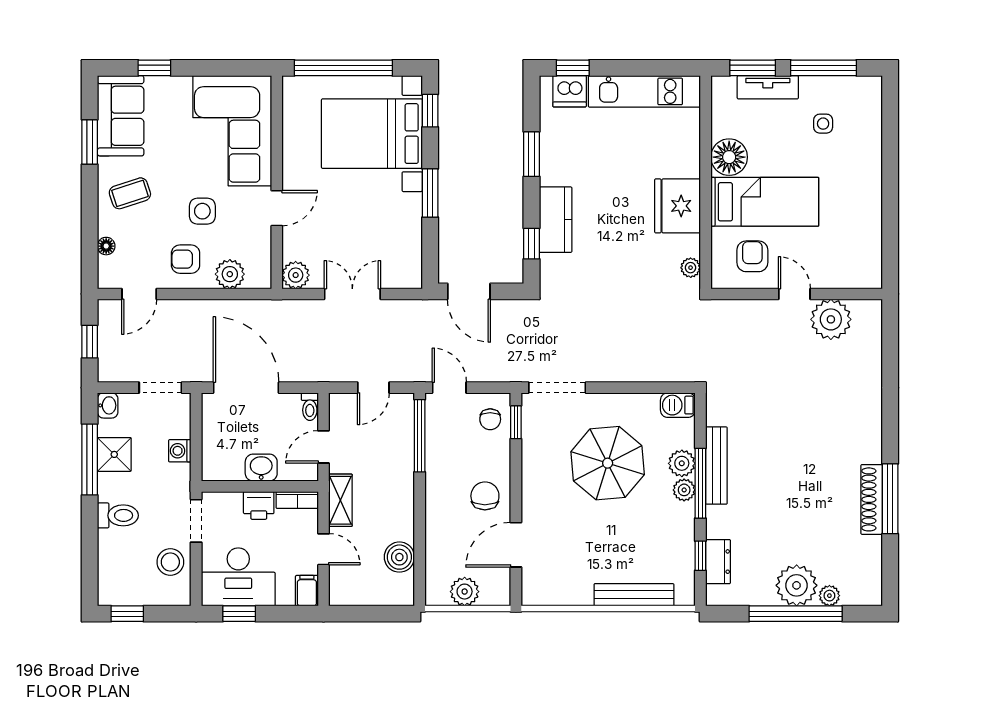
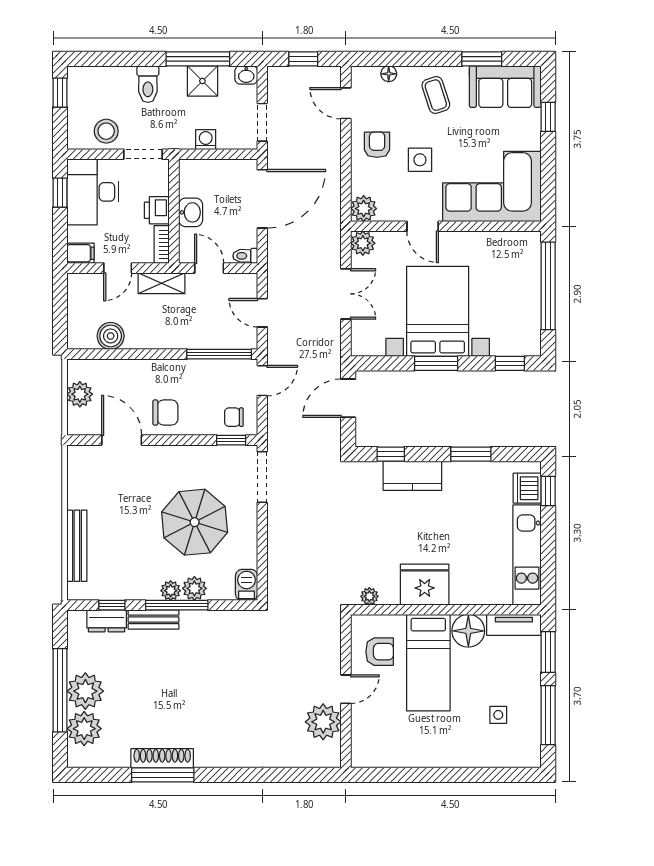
tv unit: (768, 87) -> (514, 625), moved, turned -90
bed with nightstands: (372, 134) -> (438, 311), moved
plant: (230, 274) -> (364, 209), moved
bench: (716, 466) -> (153, 619), moved, width x0.73
plant: (829, 596) -> (84, 729), width x1.88, depth x1.88

